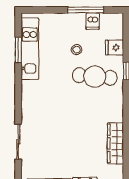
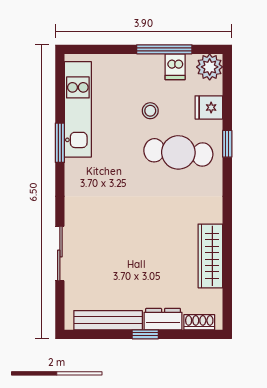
plant: (115, 21) -> (210, 67), added
window: (18, 50) -> (60, 143), moved

